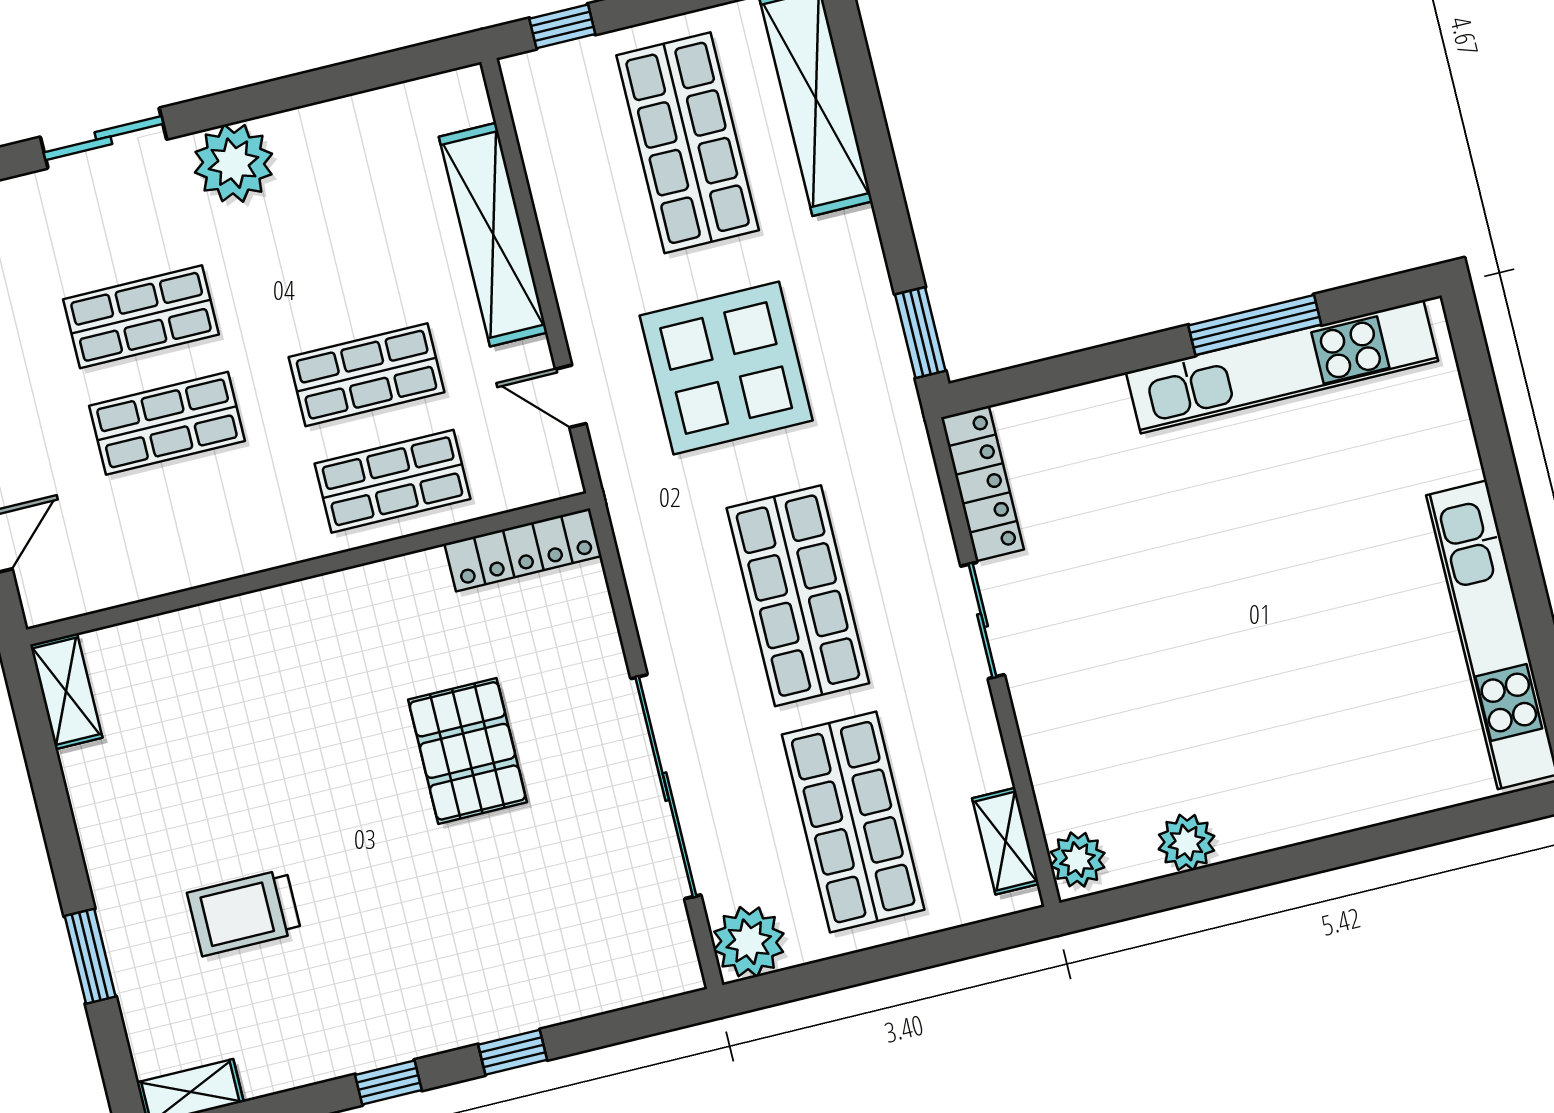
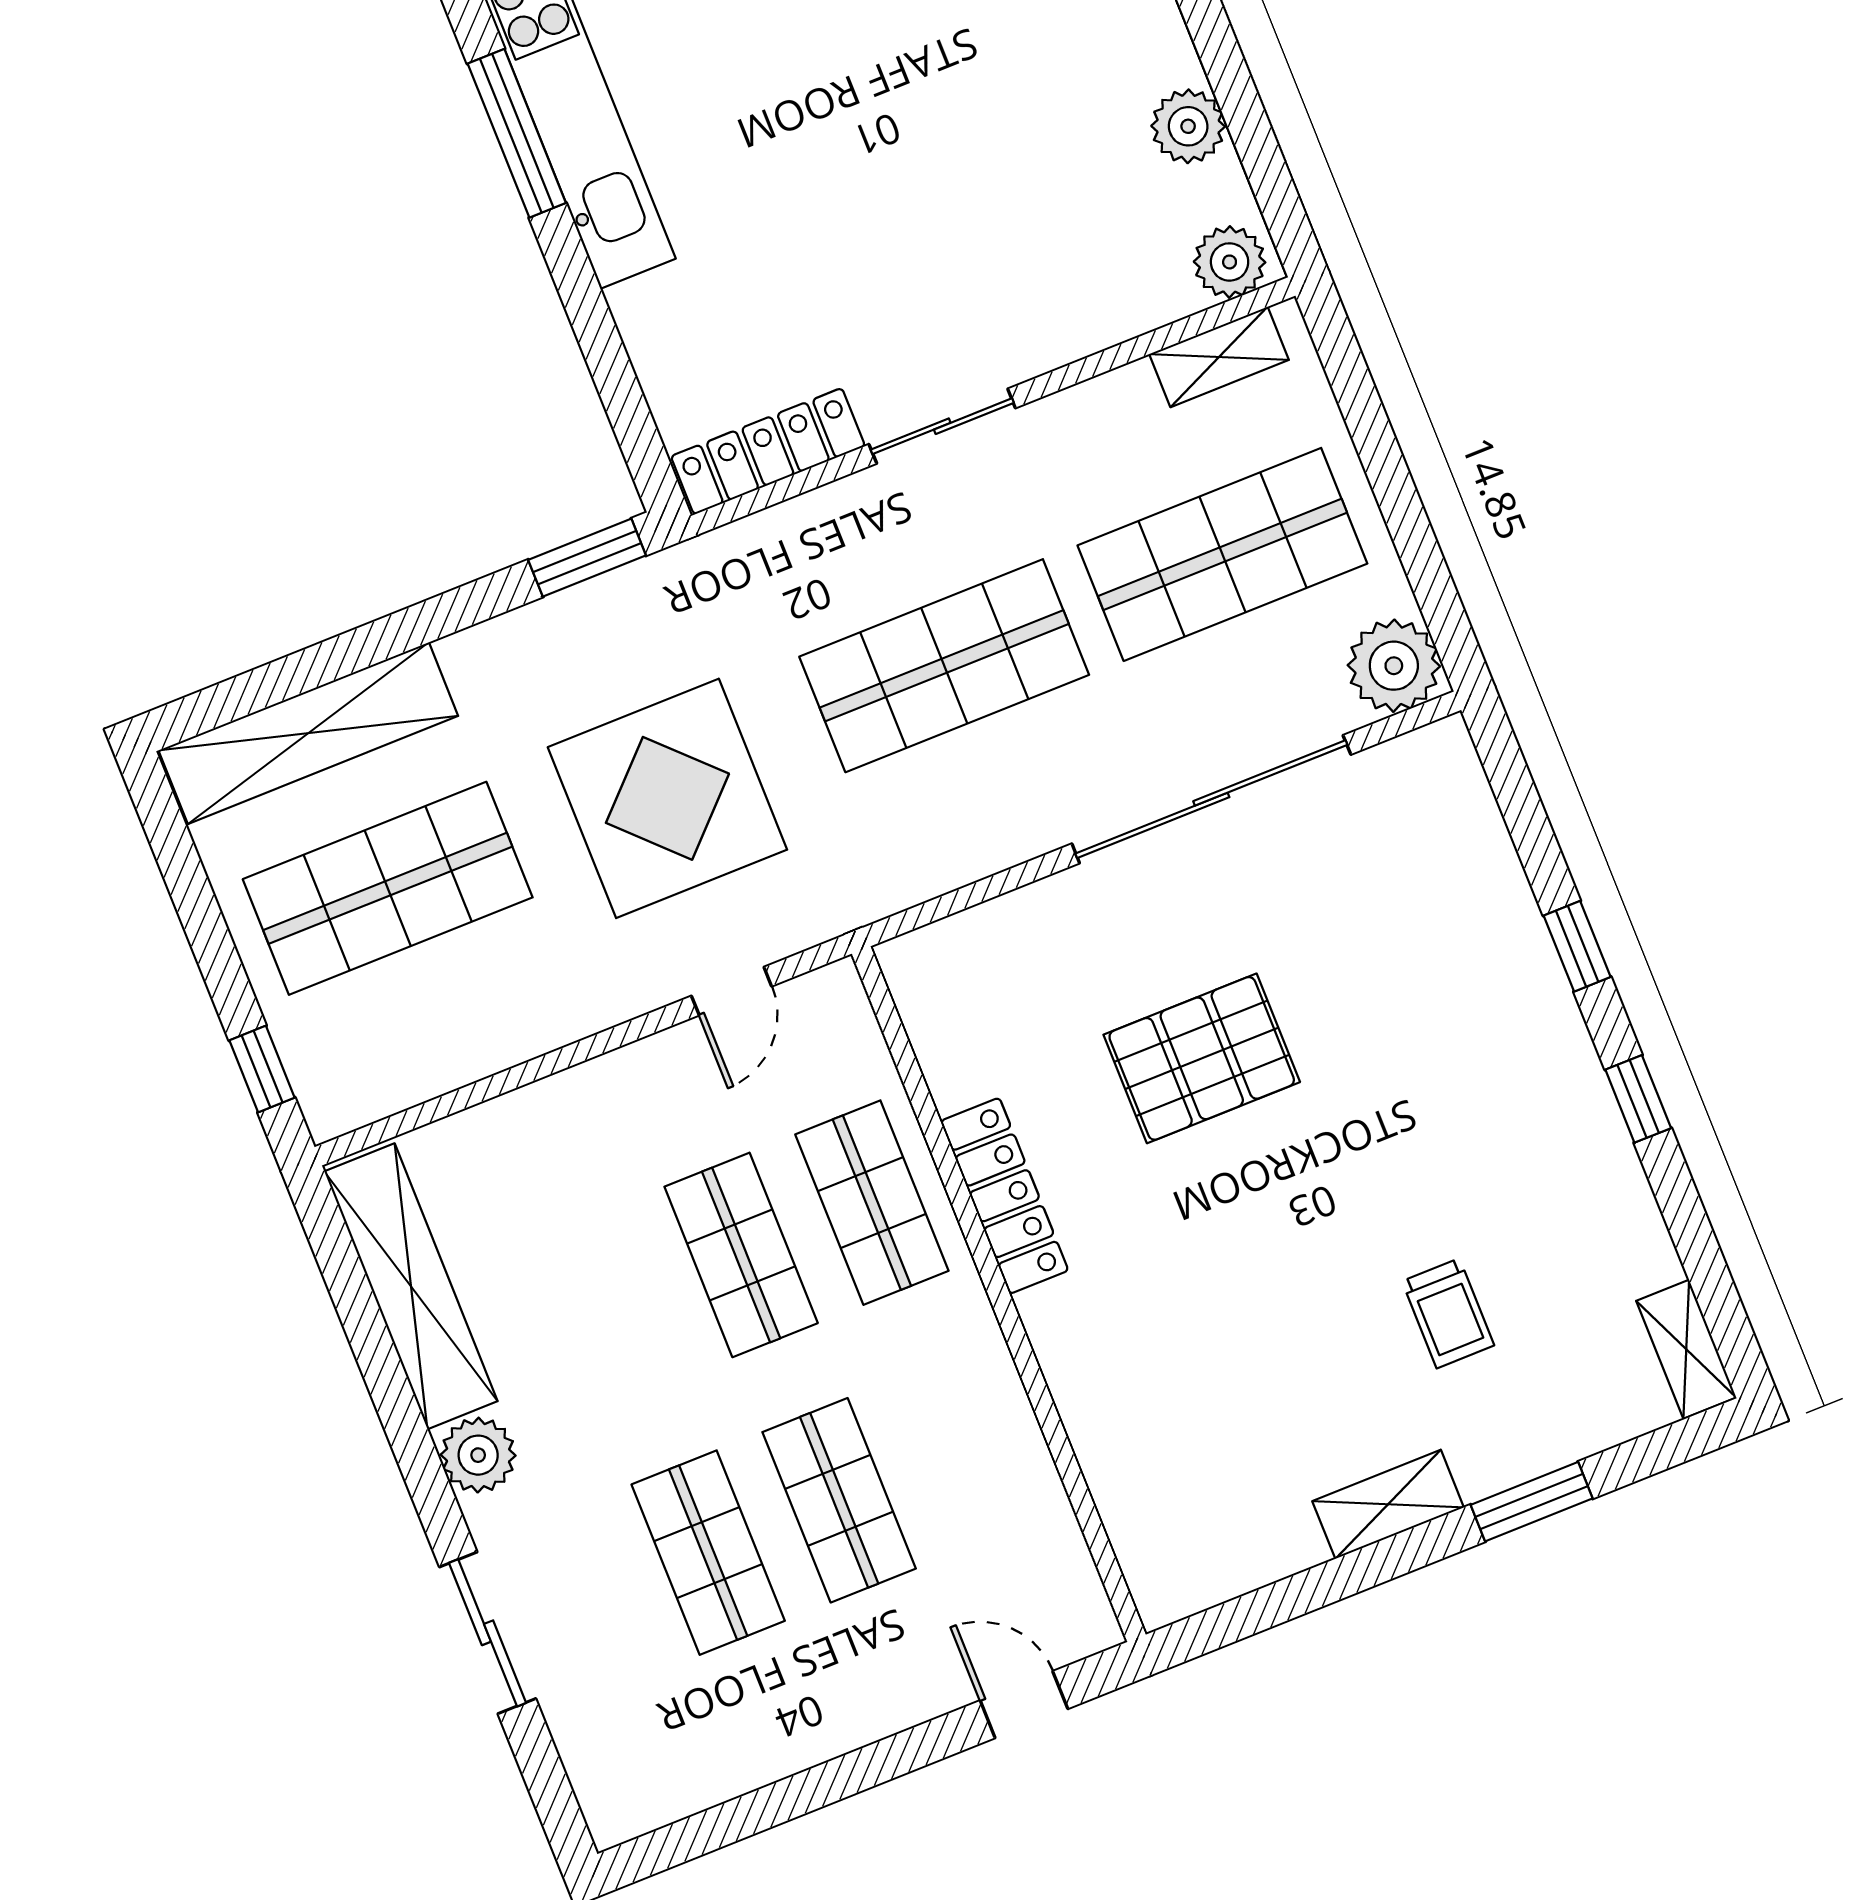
plant: (234, 163) -> (478, 1455), width x0.73, depth x0.73
shelving: (493, 235) -> (411, 1286), moved, turned 90
locker: (523, 550) -> (1004, 1196), moved
shelving: (66, 691) -> (1388, 1504), moved
trolley: (244, 913) -> (1448, 1313), width x0.73, depth x0.72

